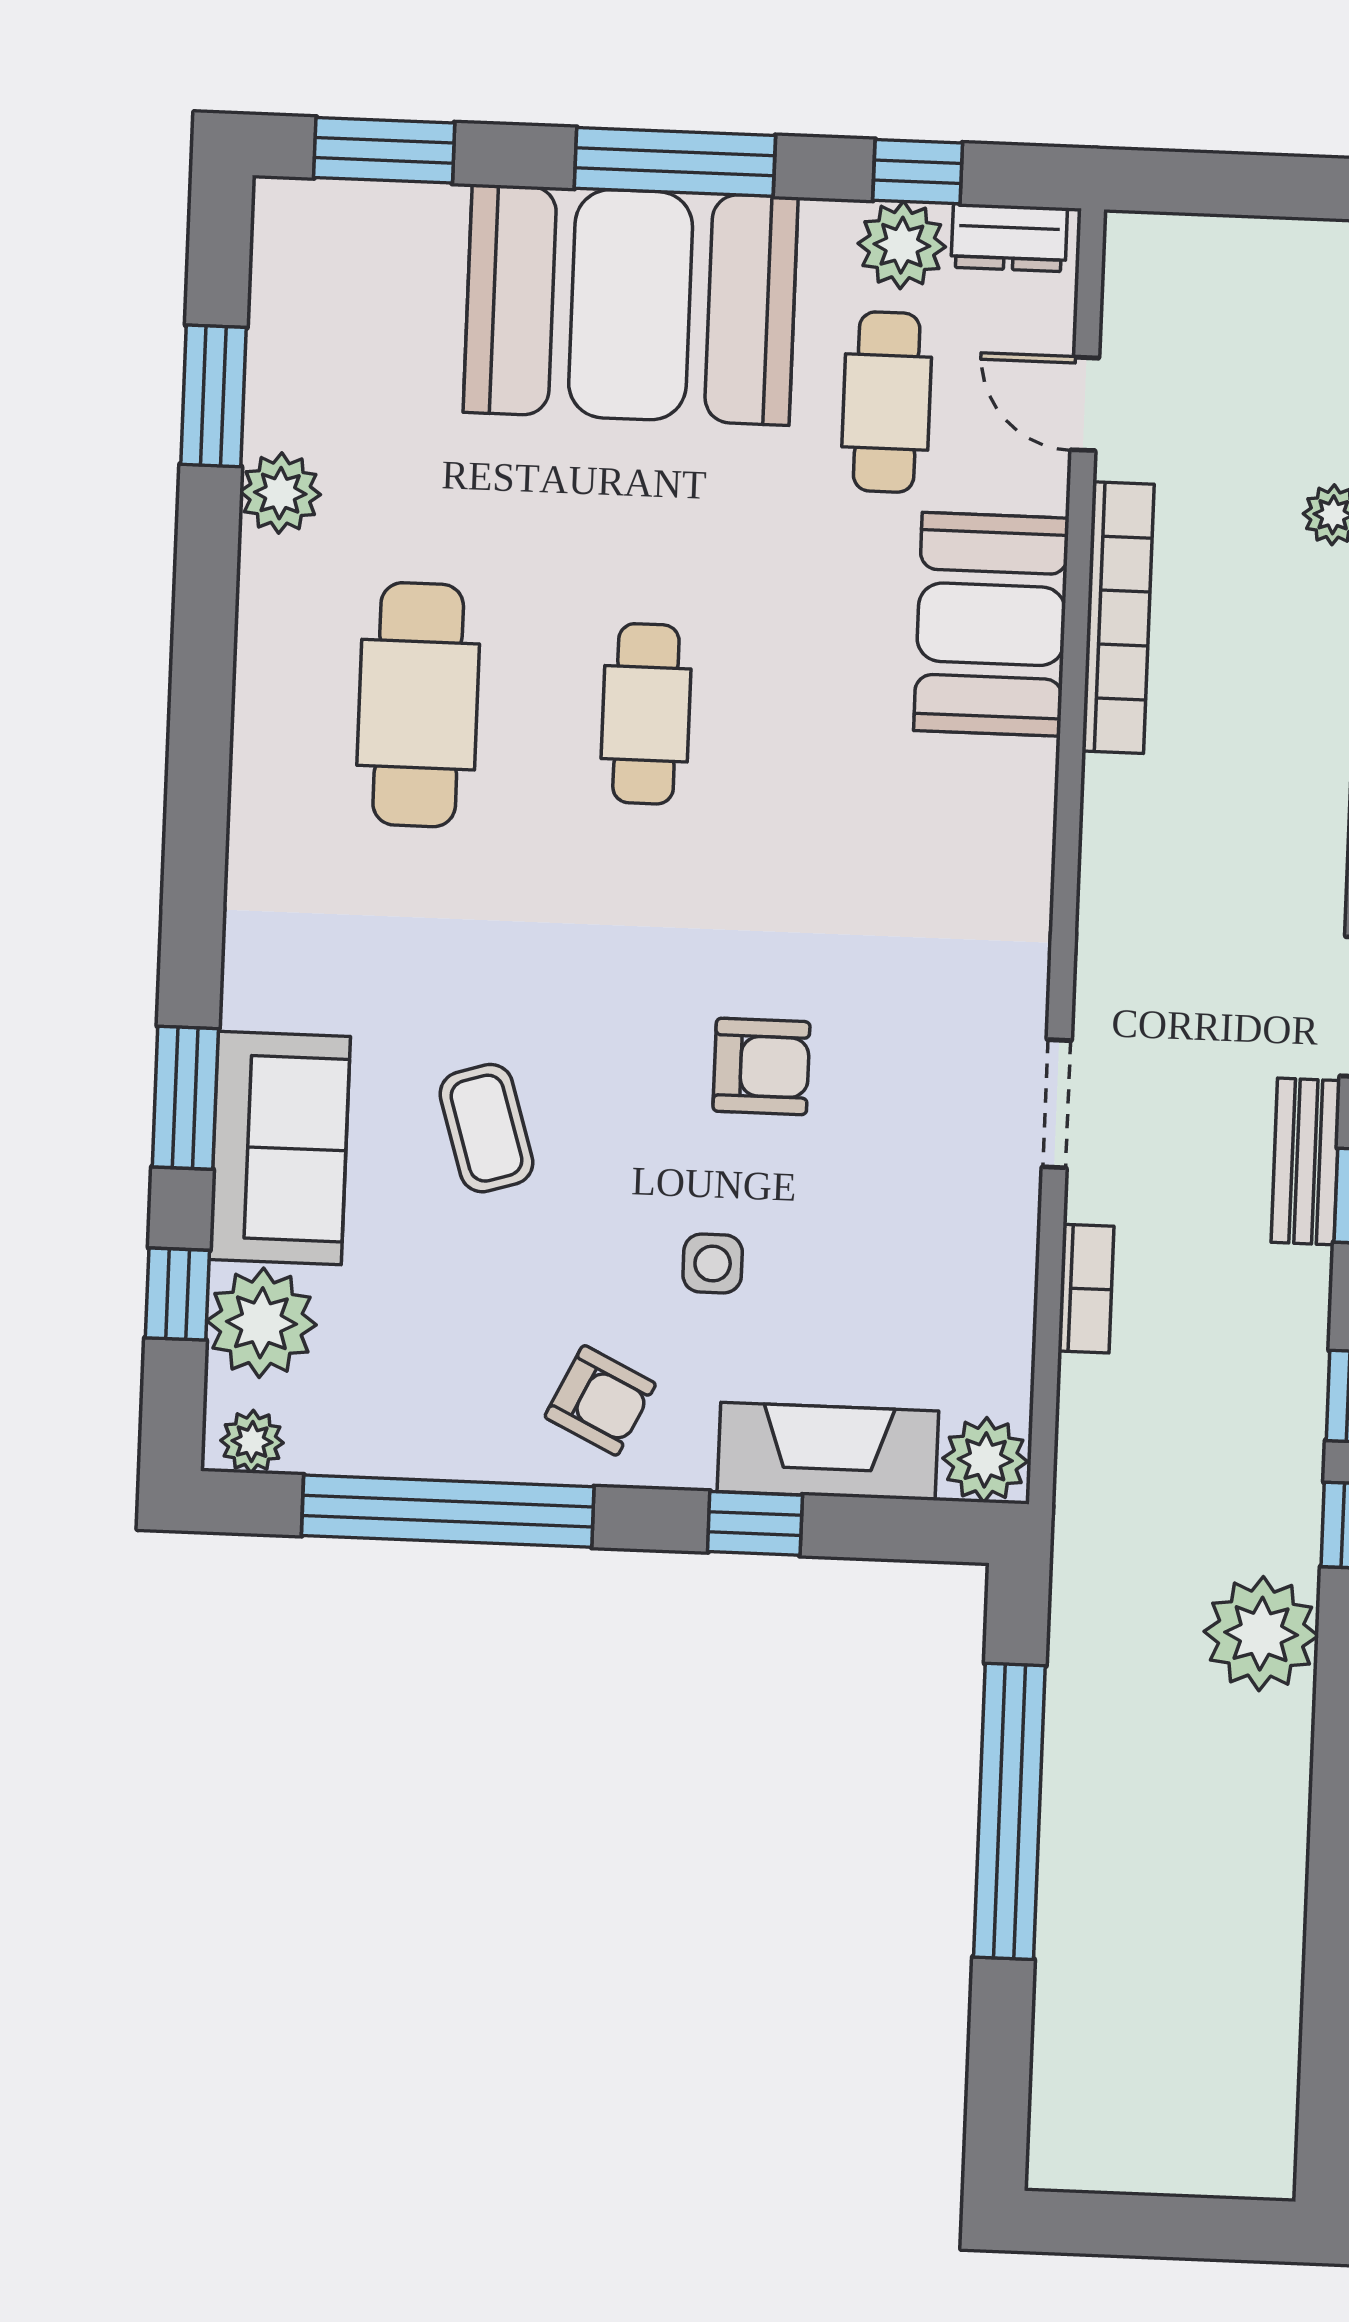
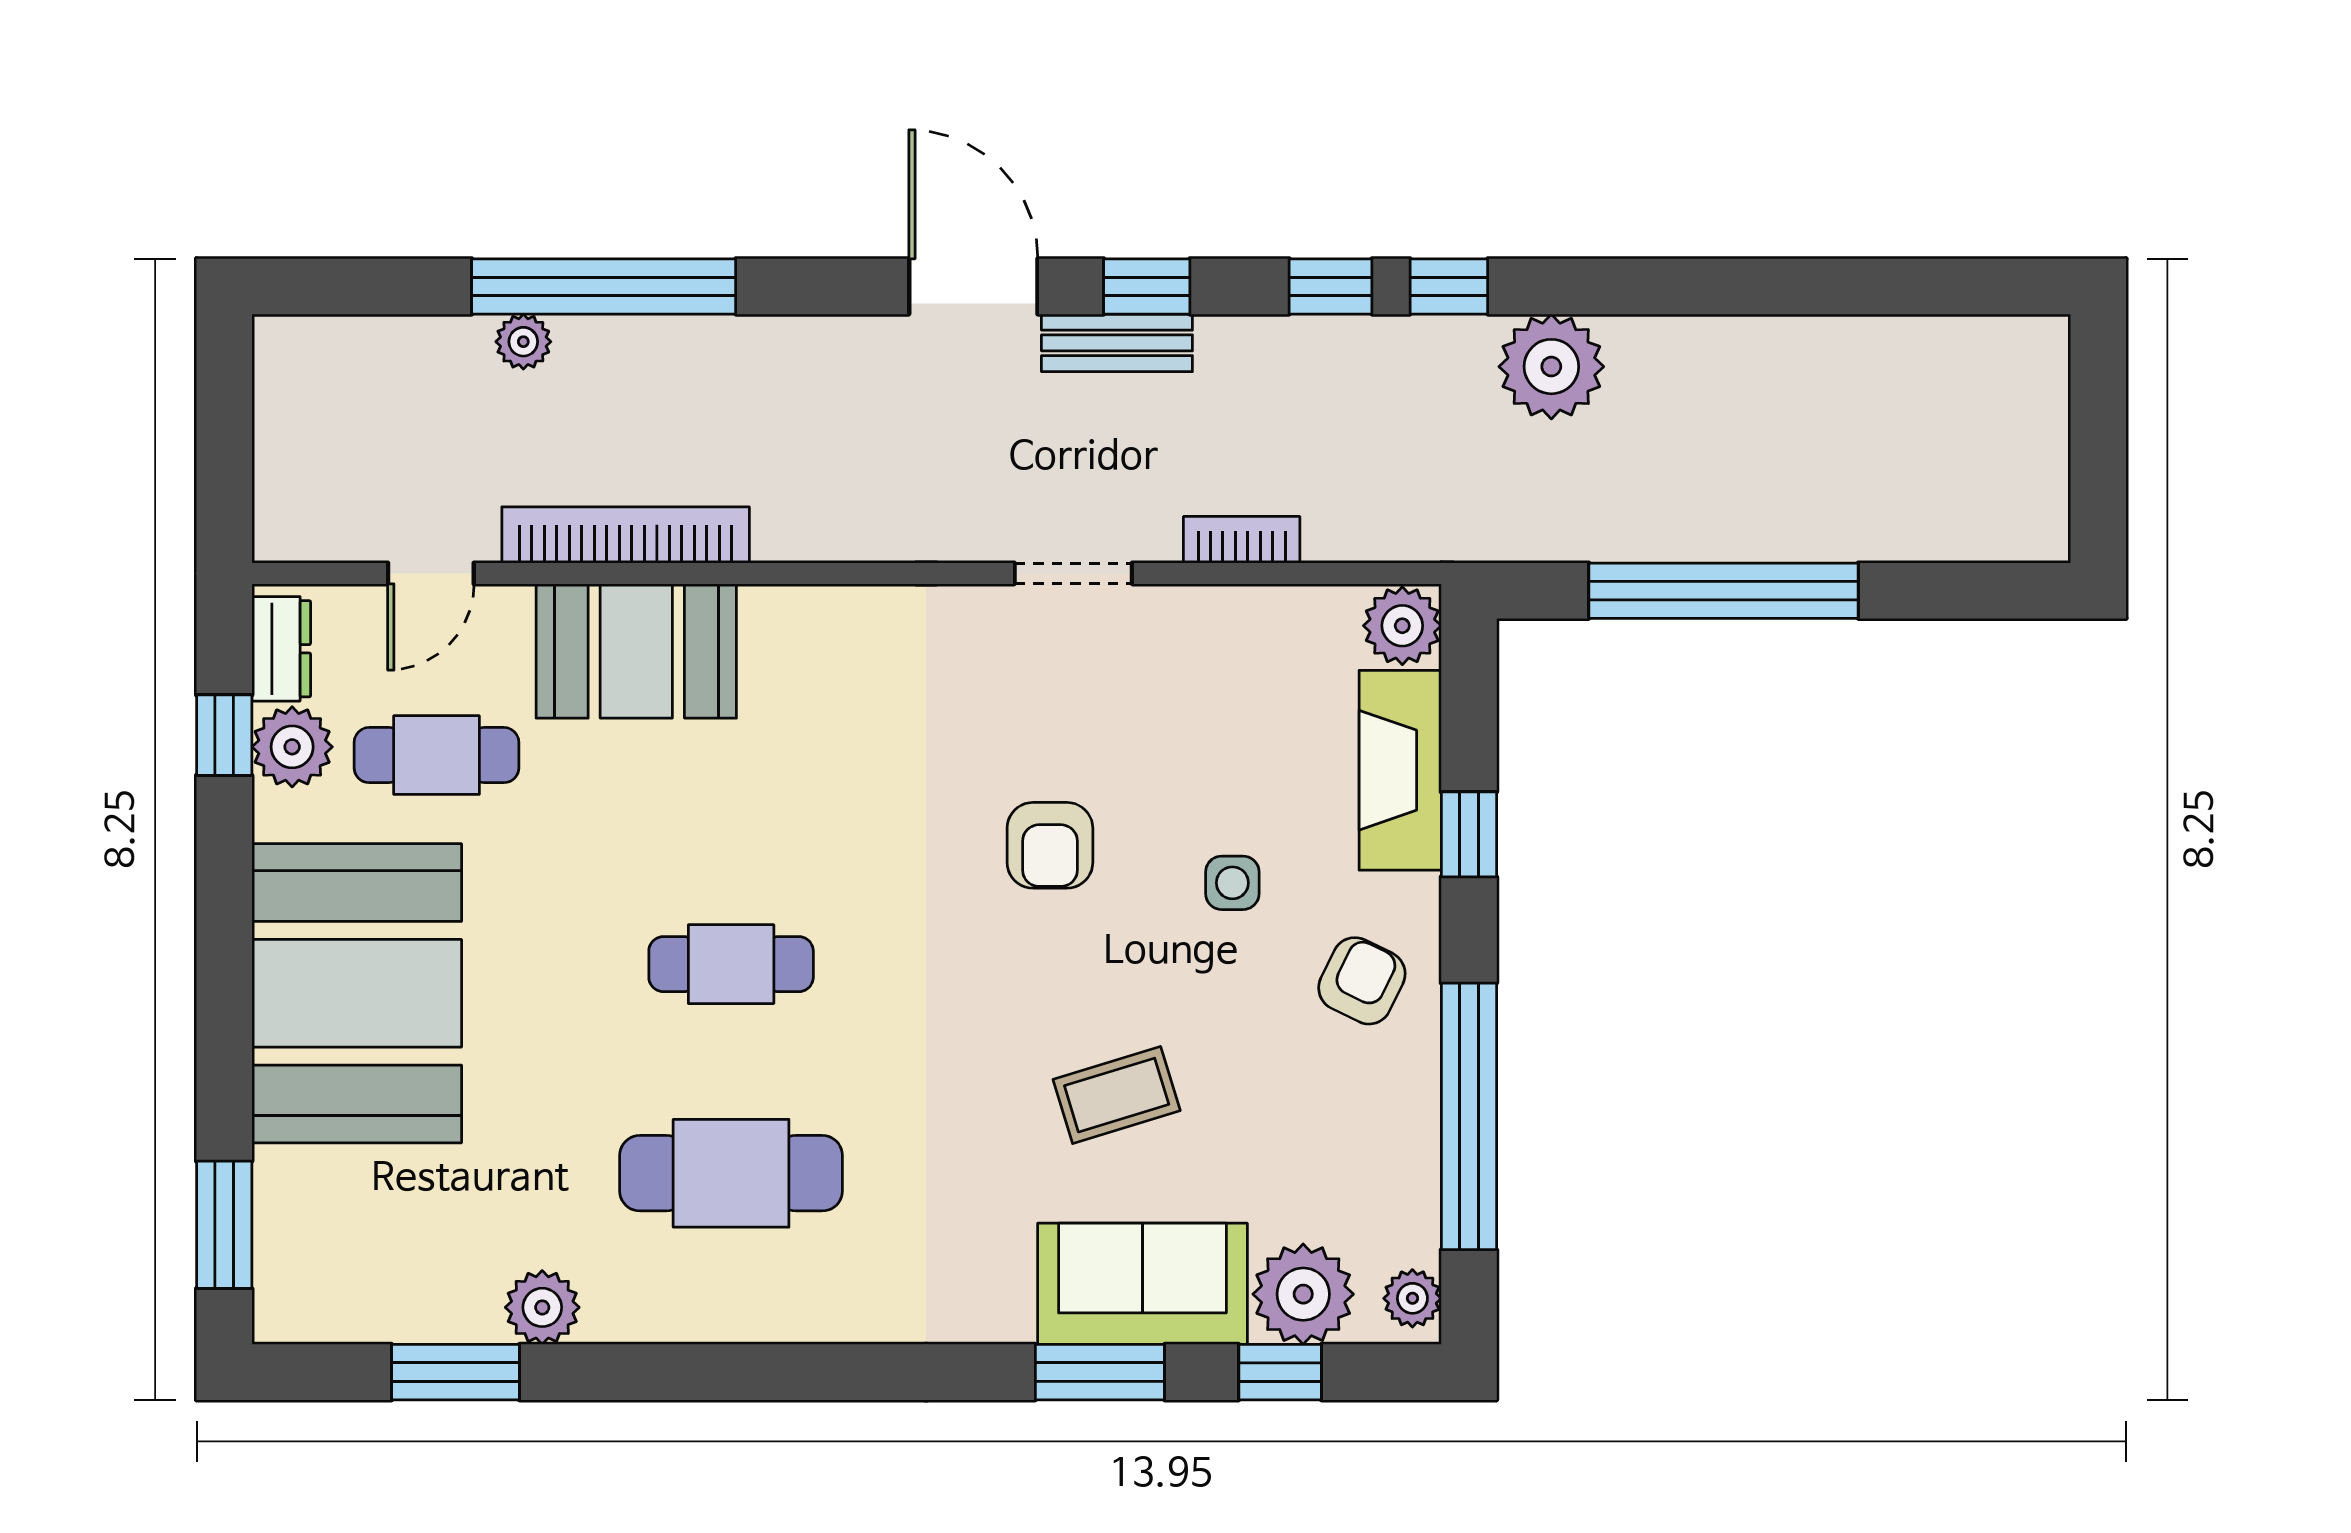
window: (675, 162) -> (224, 958), removed
armchair: (761, 1066) -> (1050, 845), turned 180

